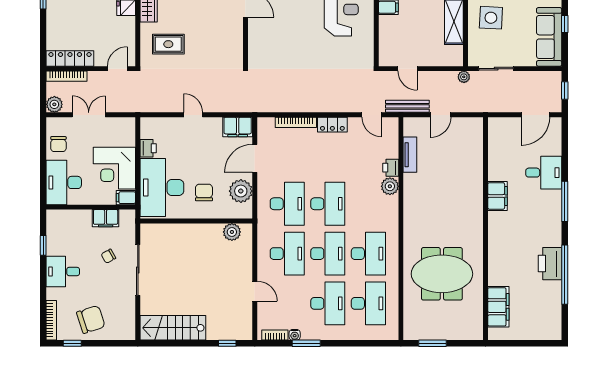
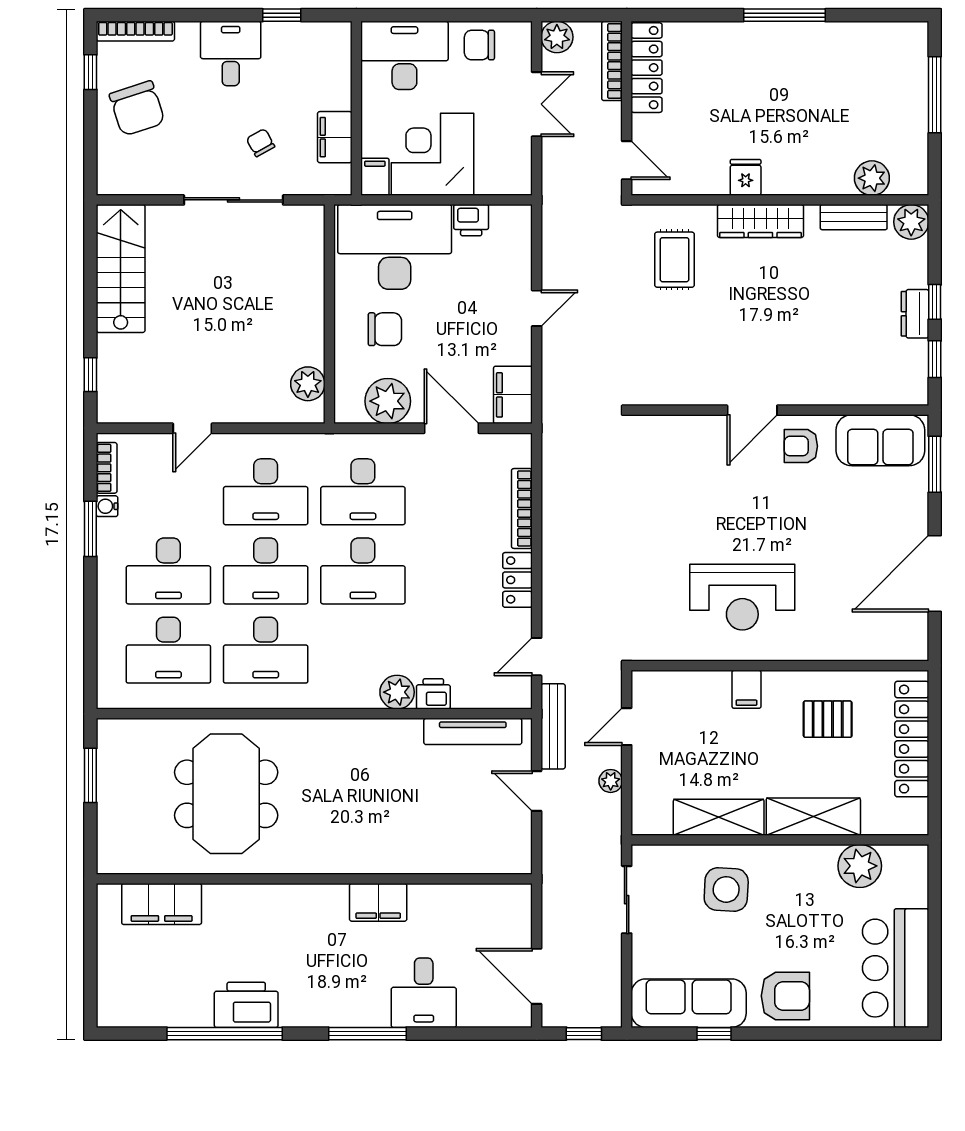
plant: (464, 77) -> (611, 781), moved
tv unit: (410, 155) -> (473, 731), width x1.41

